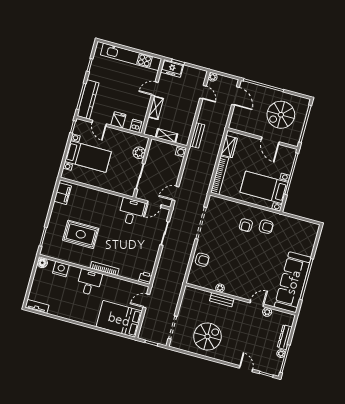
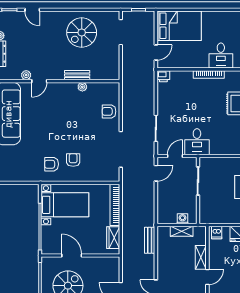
washing machine: (181, 151) -> (183, 219), moved
plant: (139, 153) -> (206, 205), removed

